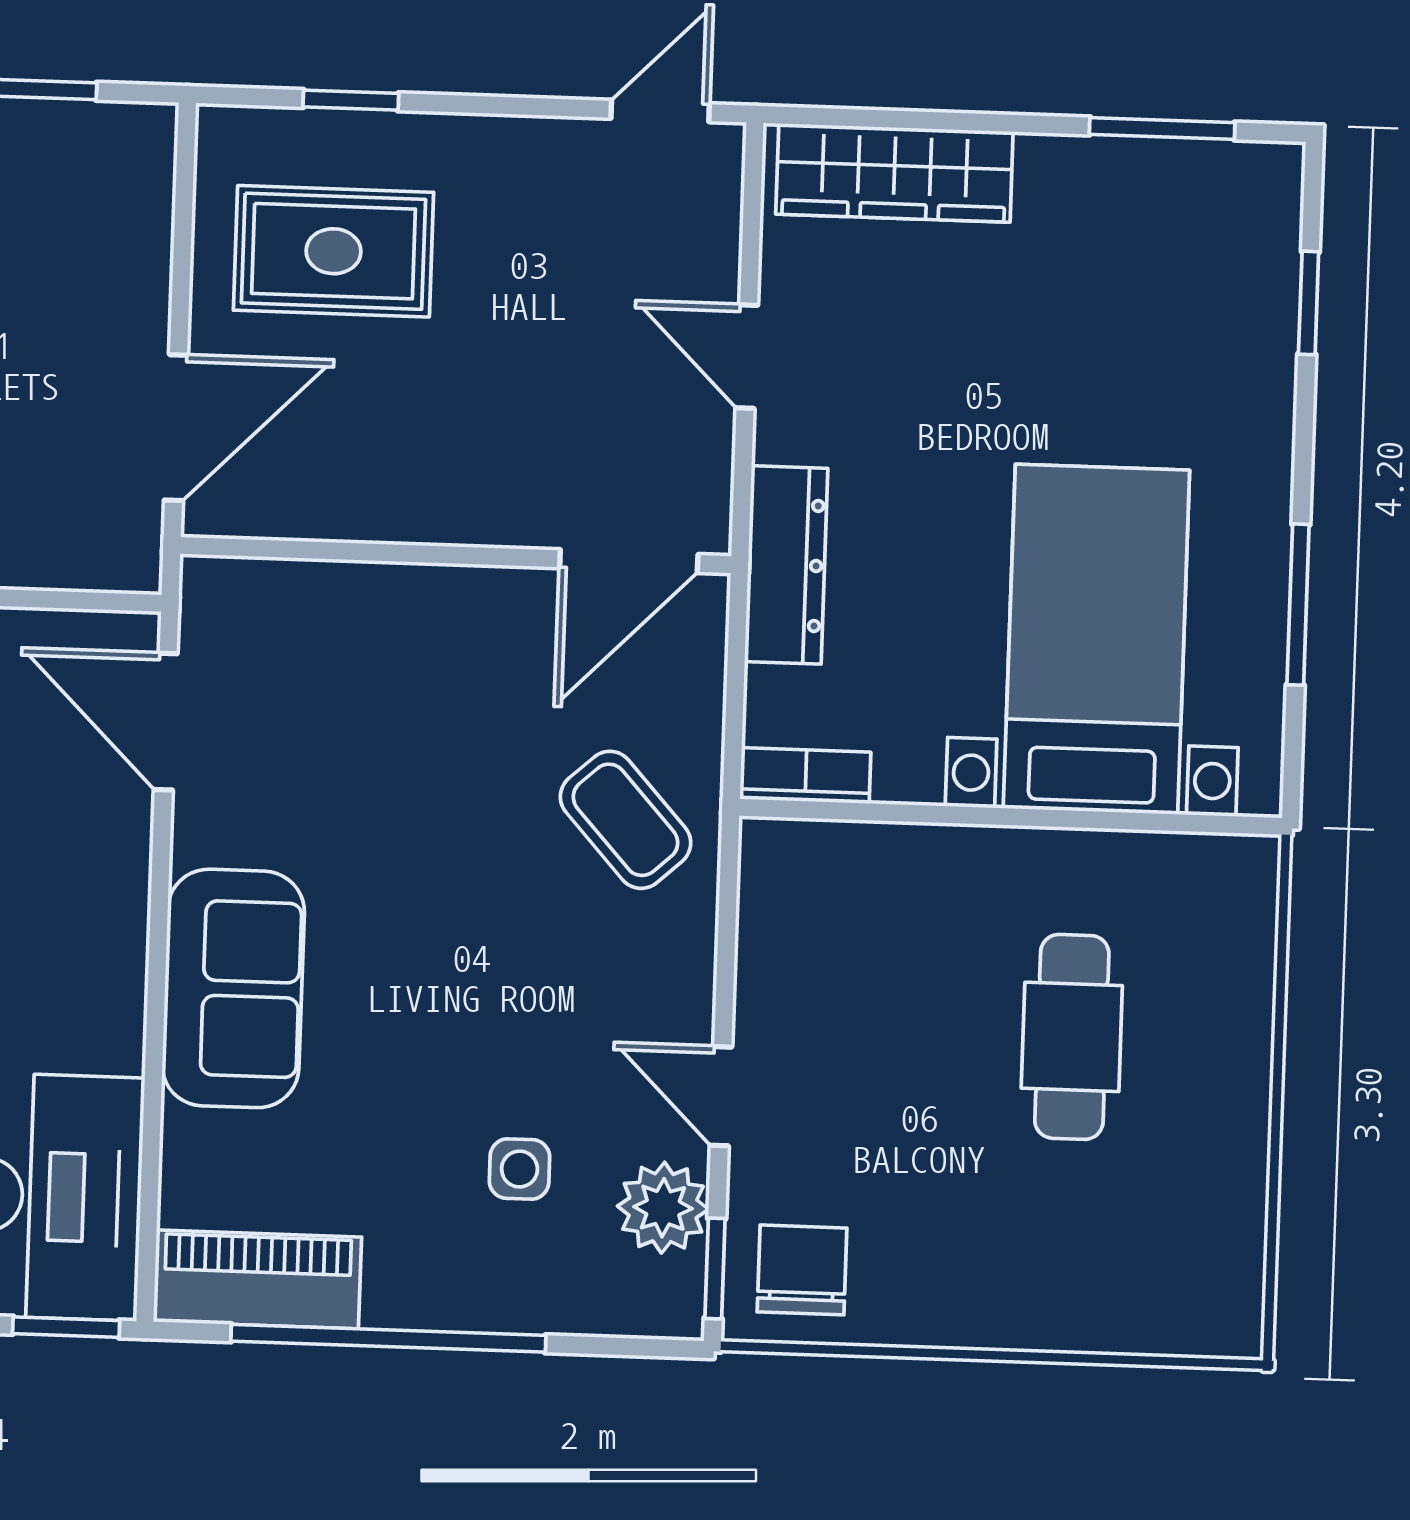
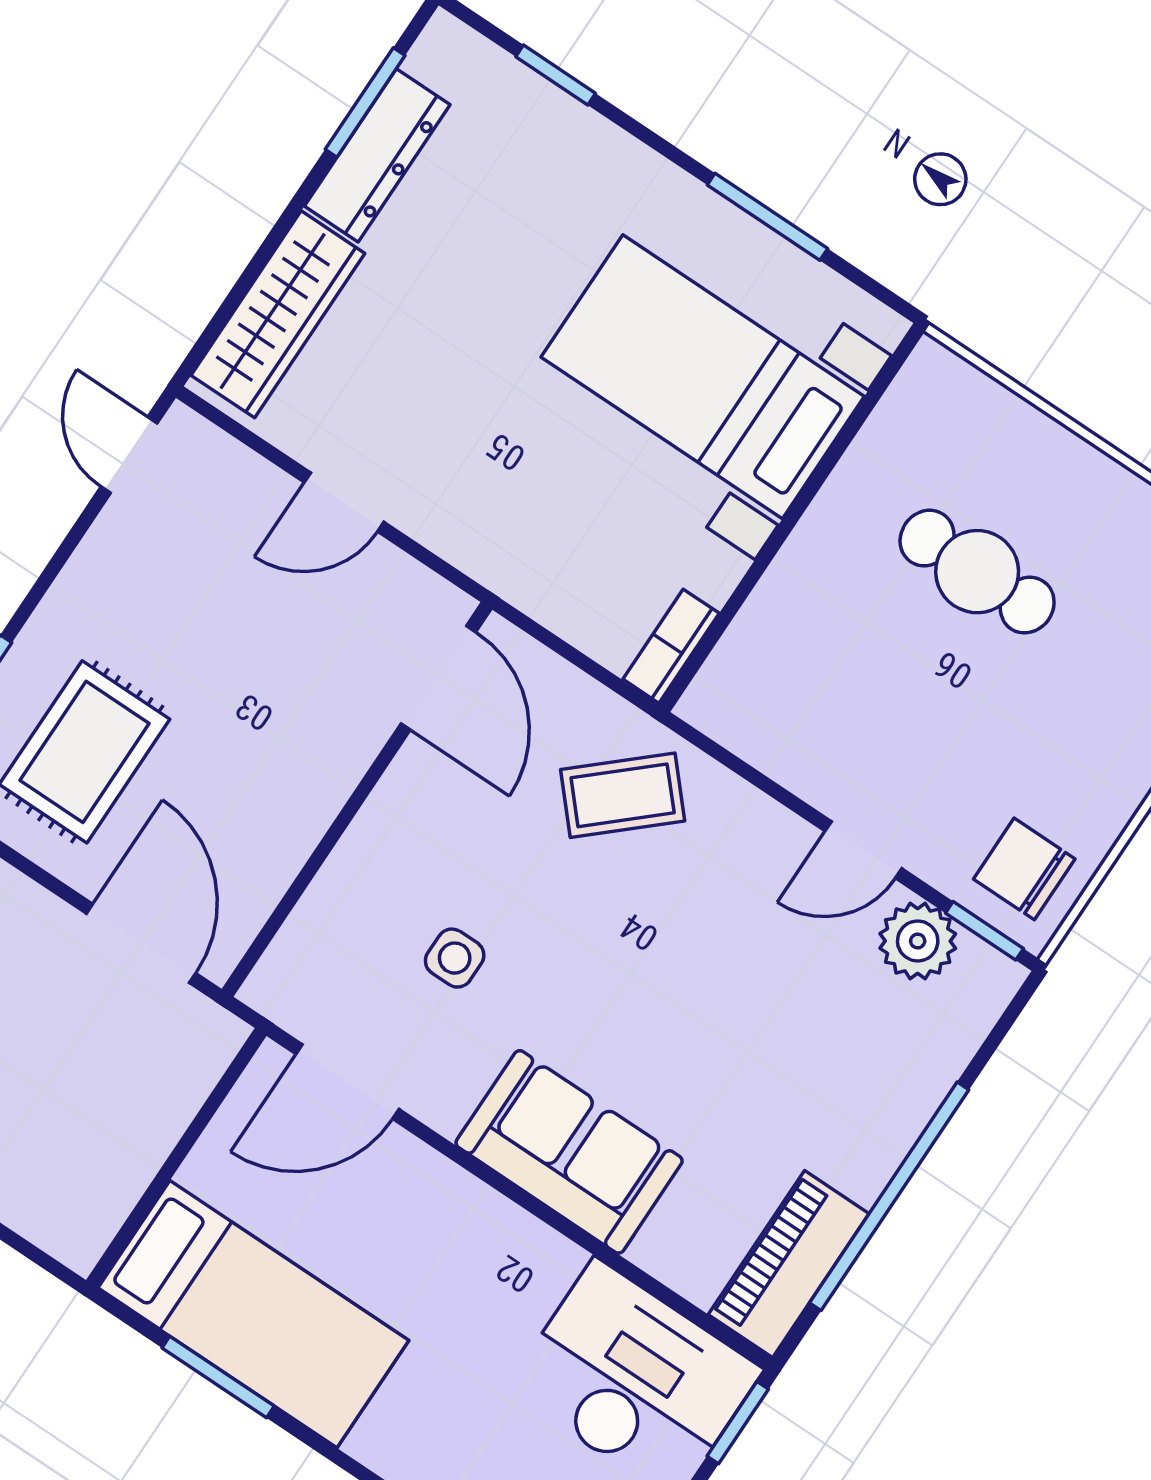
dresser: (786, 565) -> (377, 155), moved, turned 90
side table: (520, 1169) -> (455, 958), moved

